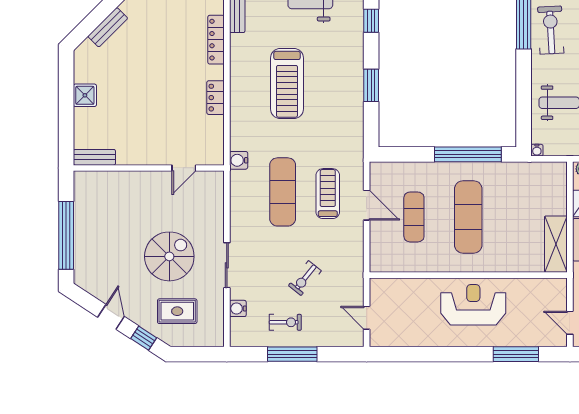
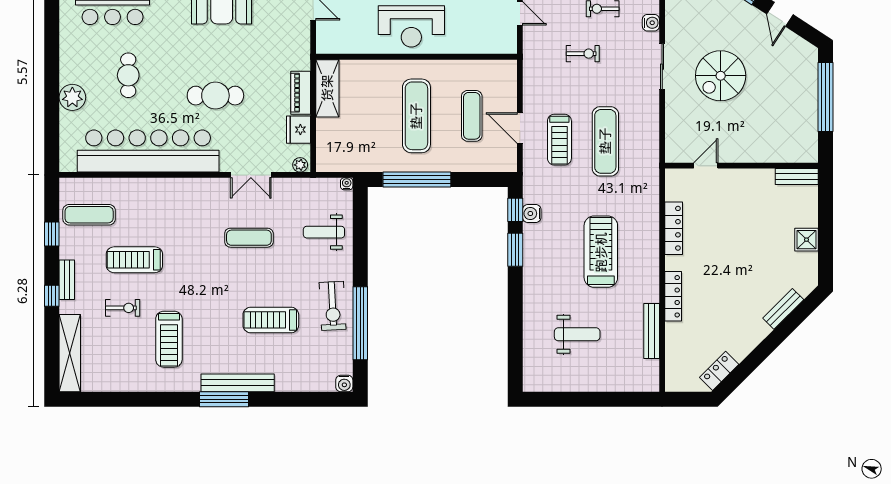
window: (371, 21) -> (515, 210), moved
locker: (216, 98) -> (674, 228), width x1.53
water cooler: (239, 160) -> (532, 214), moved, turned 180
exercise bike: (305, 278) -> (583, 54), turned 51
rug: (177, 311) -> (713, 20), removed

